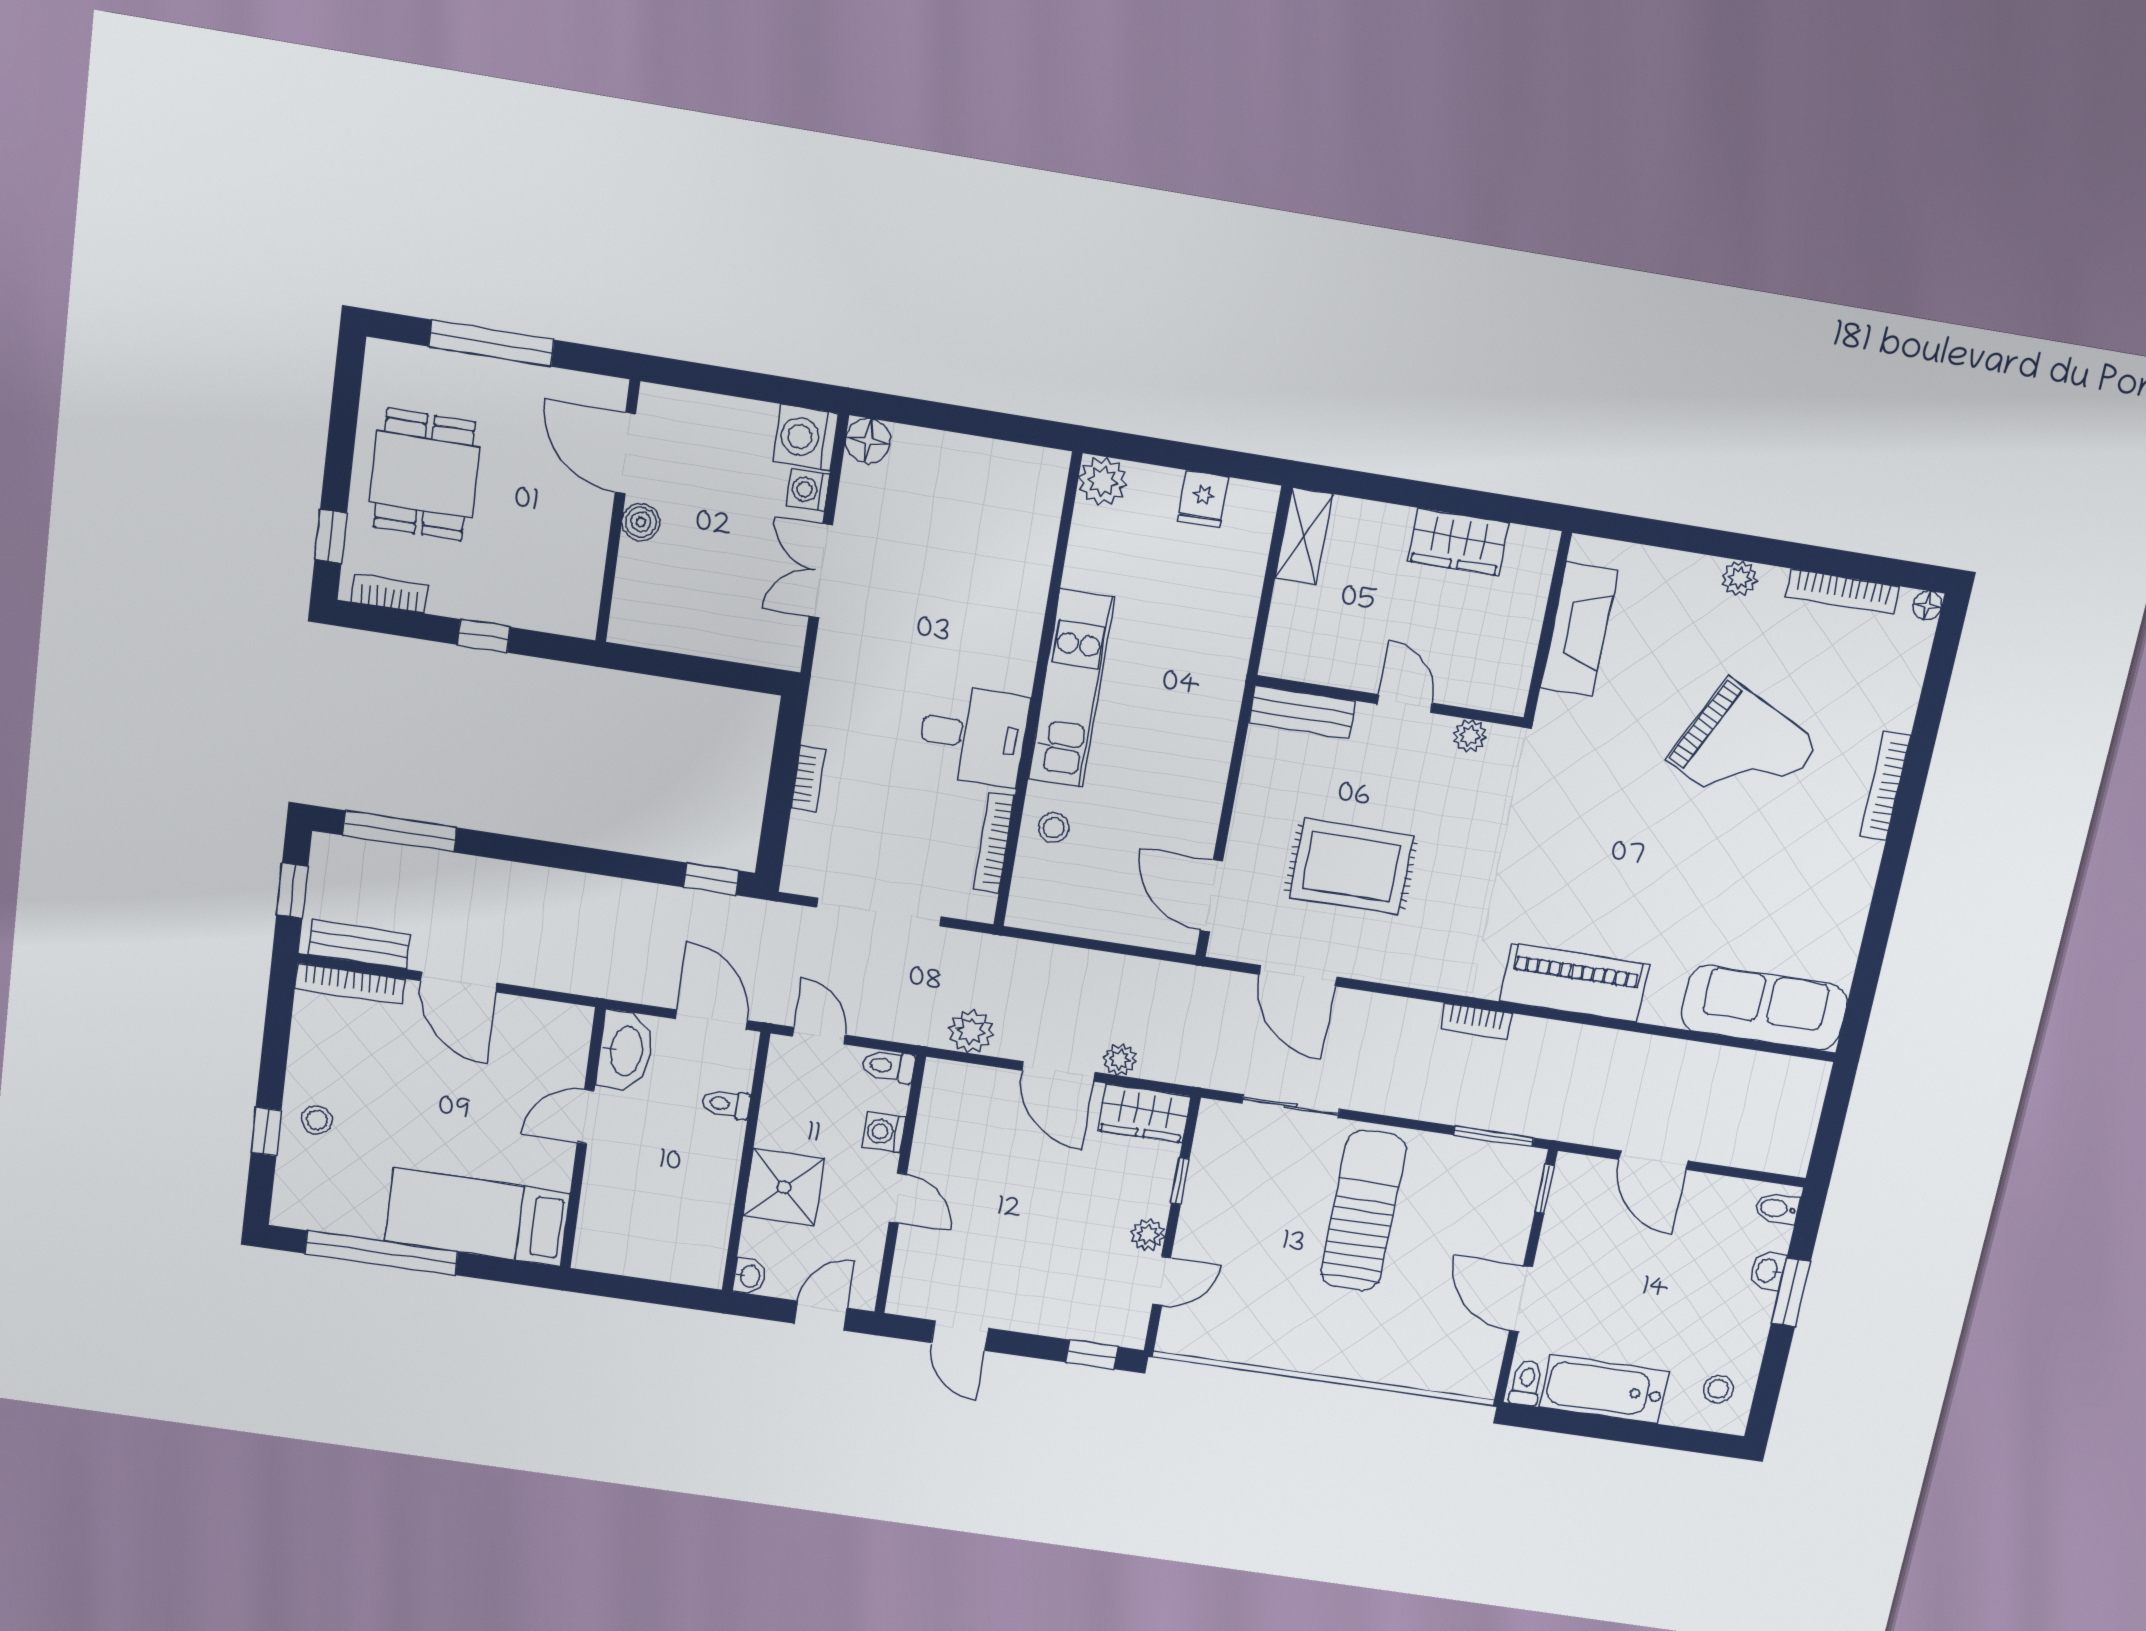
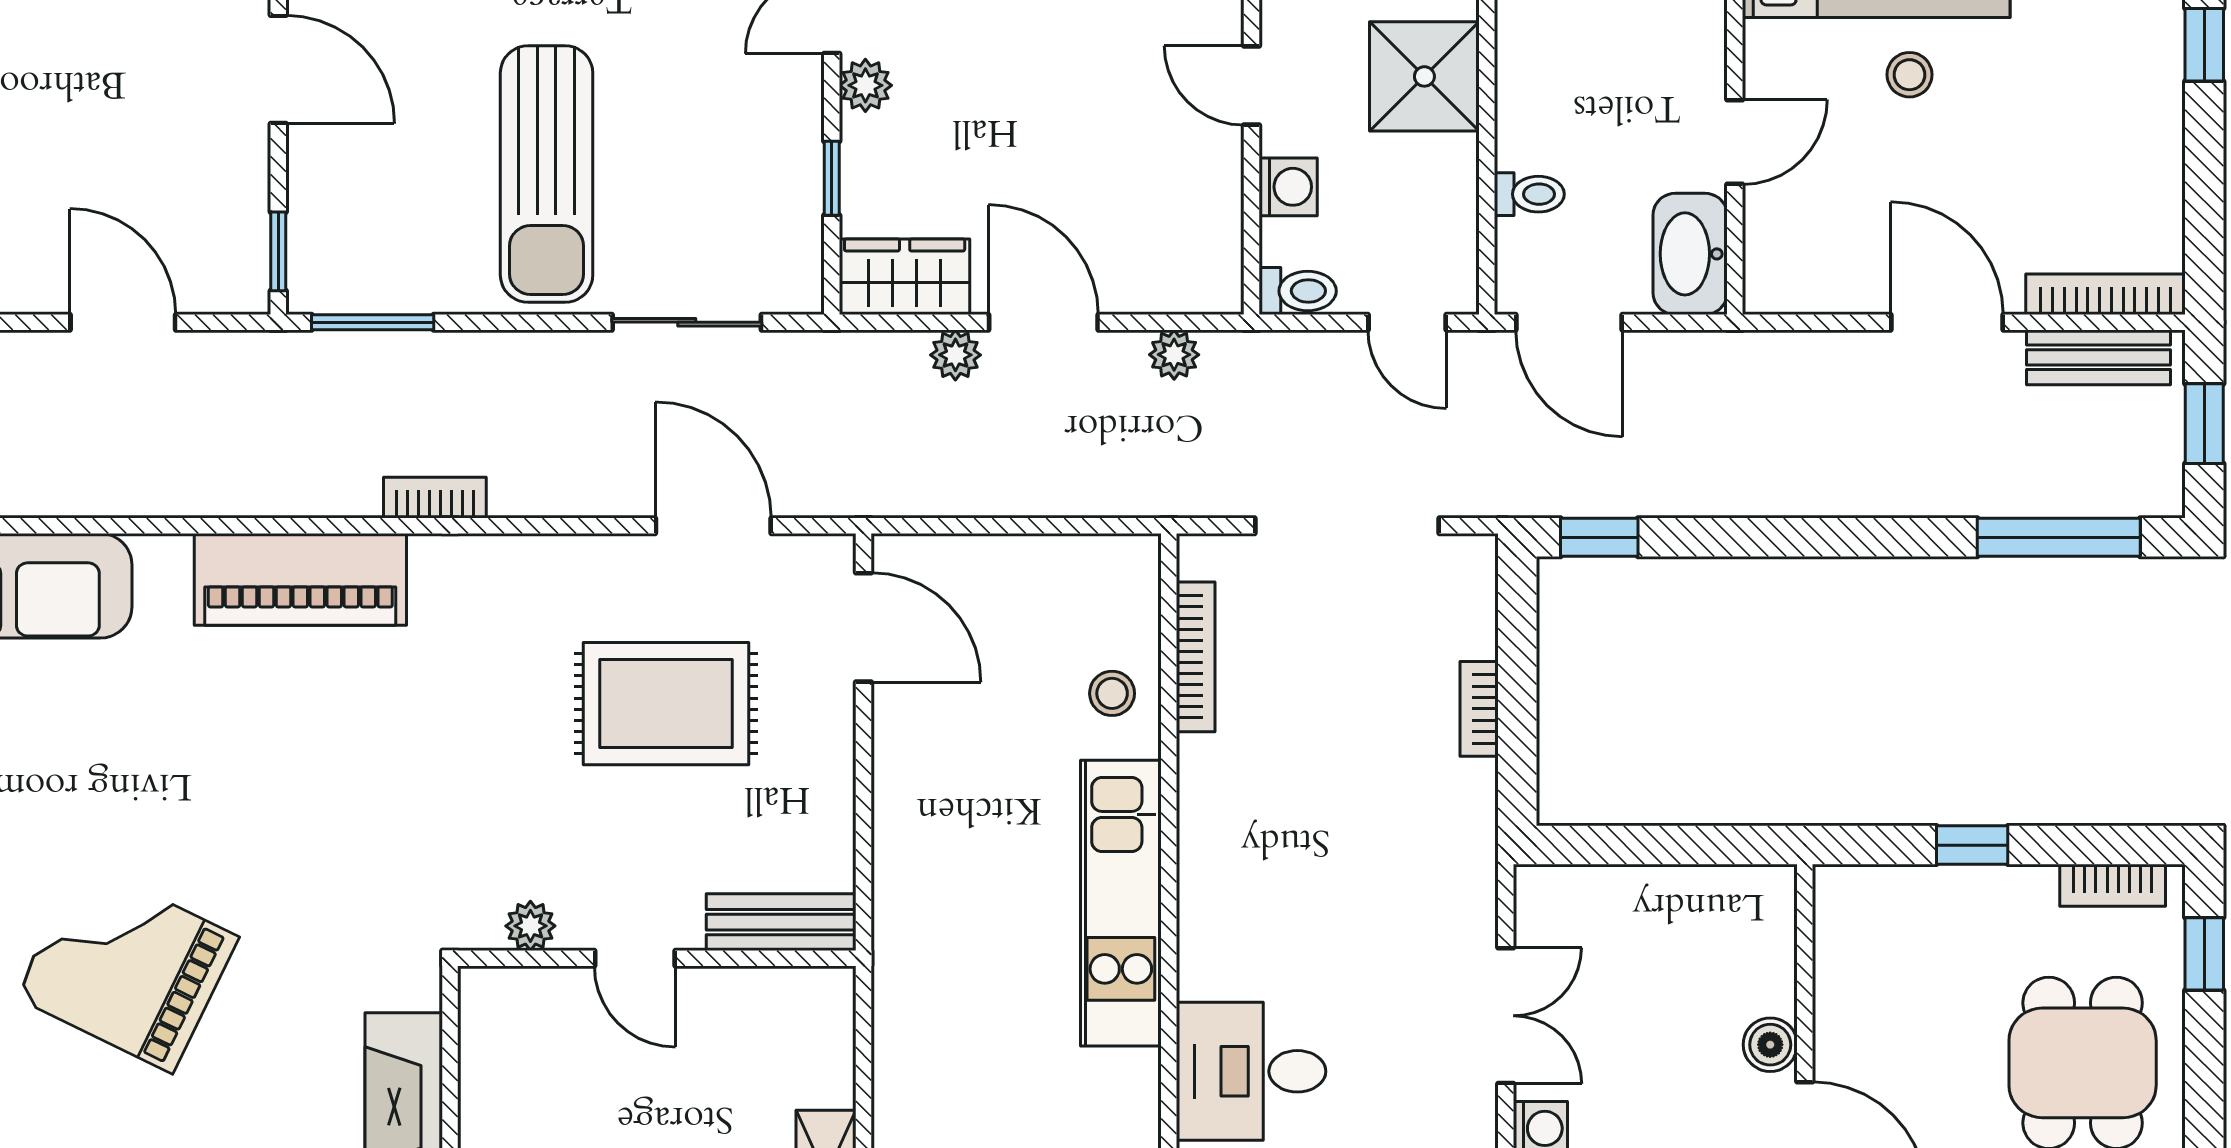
desk: (973, 735) -> (1251, 1071), moved
plant: (971, 1031) -> (1174, 355), width x0.73, depth x0.73
stool: (317, 1120) -> (1910, 75), moved

